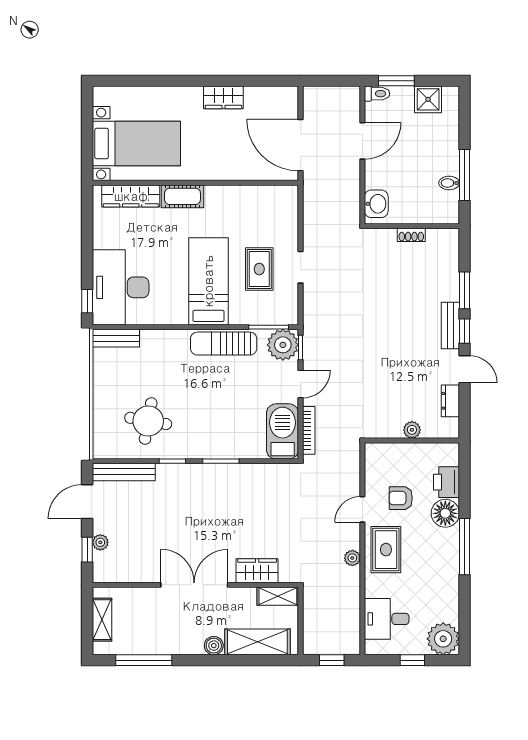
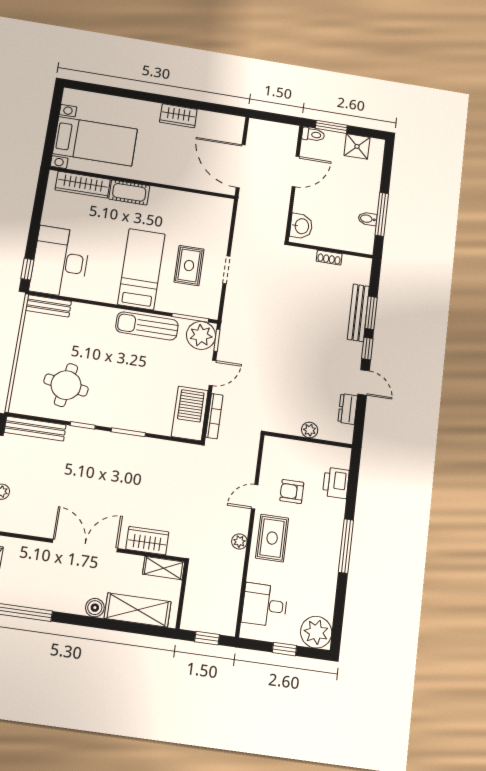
bench: (450, 325) -> (358, 313), moved, width x1.36
floor lamp: (445, 513) -> (332, 512), removed

